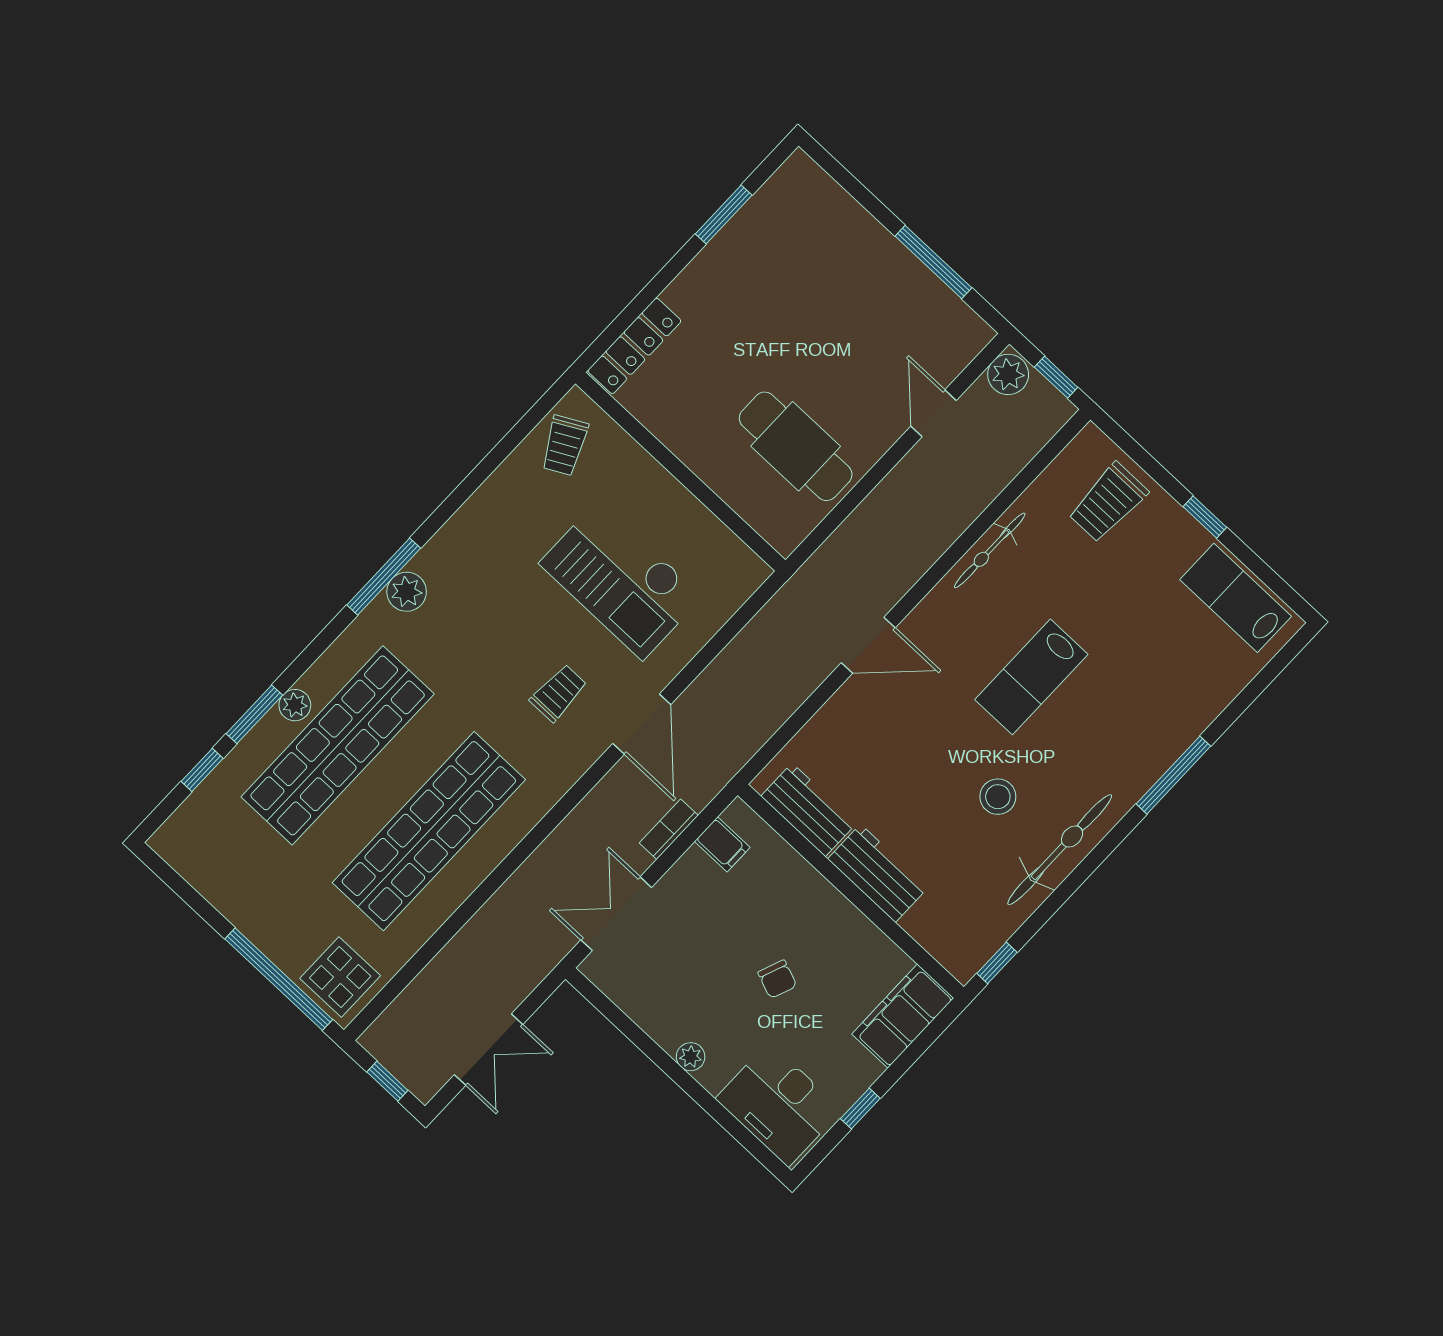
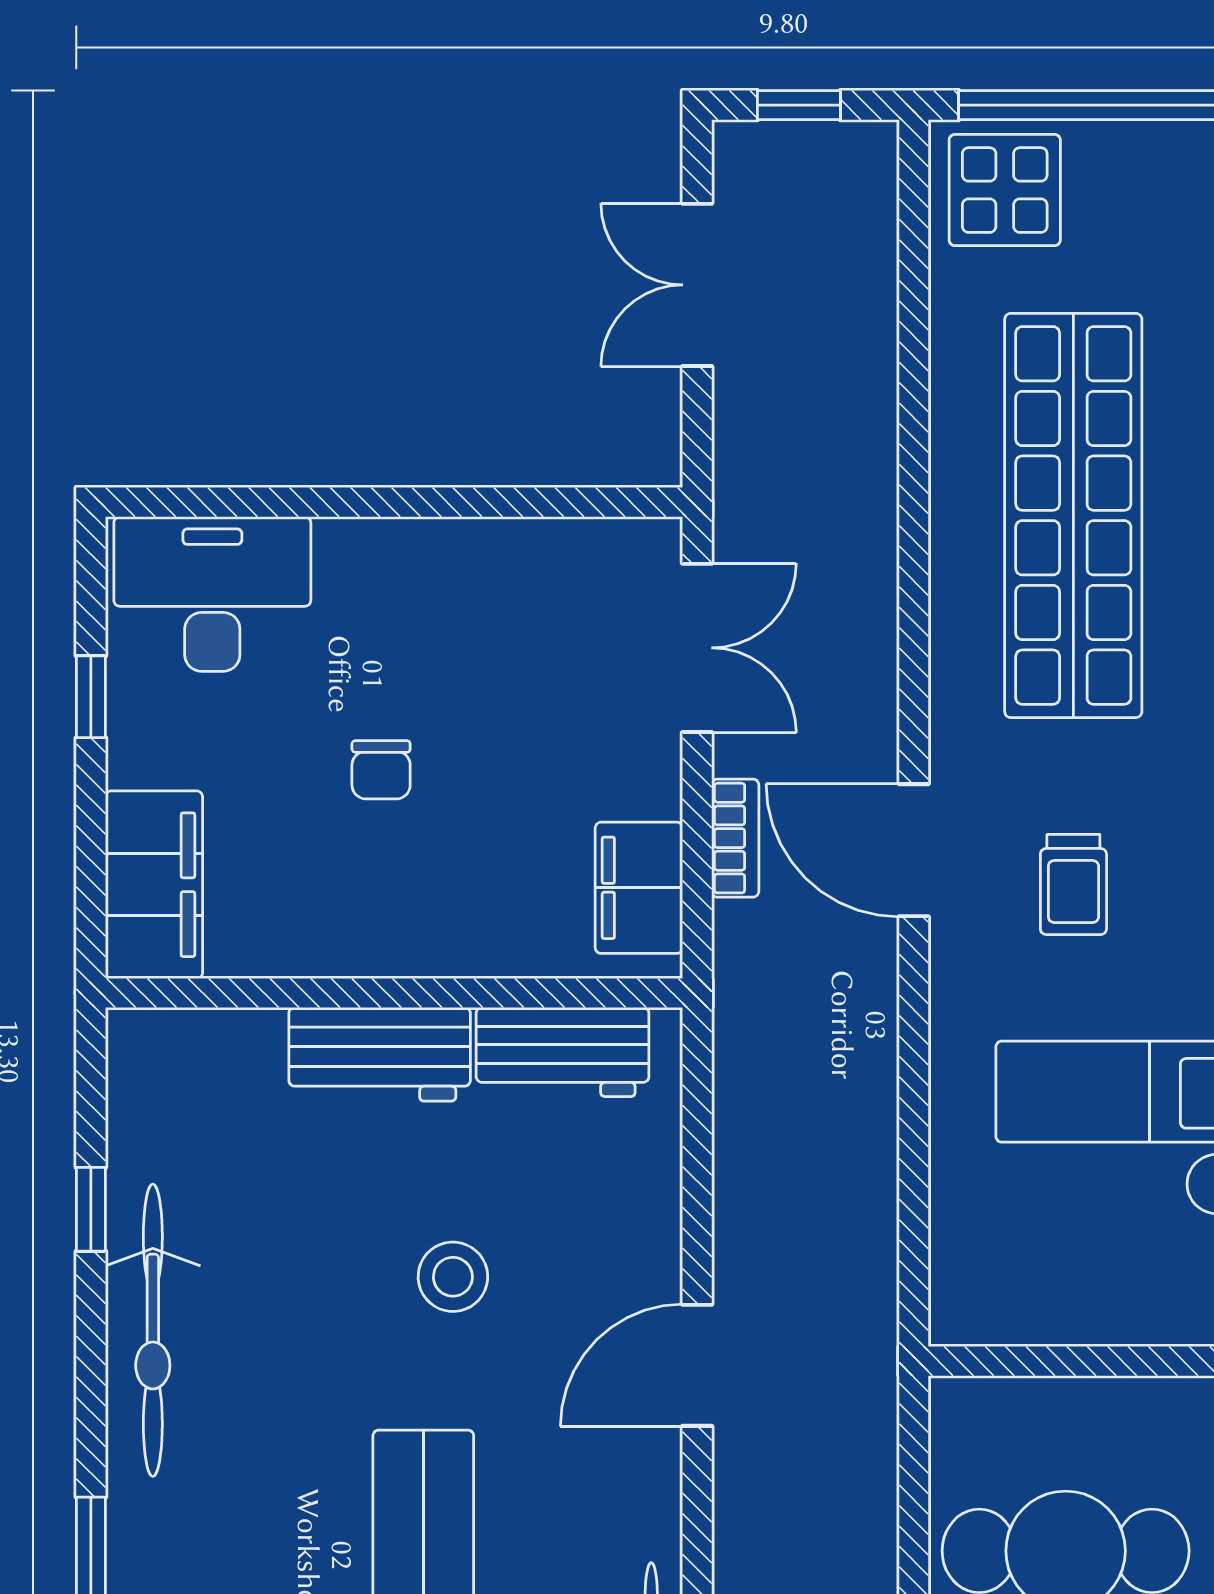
door: (642, 724) -> (914, 850), moved
stool: (998, 797) -> (453, 1277), moved
filing cabinet: (722, 844) -> (639, 888), width x2.00
window: (997, 963) -> (91, 1209), moved
chair: (777, 979) -> (381, 770), turned -111
plant: (691, 1057) -> (401, 544), removed

